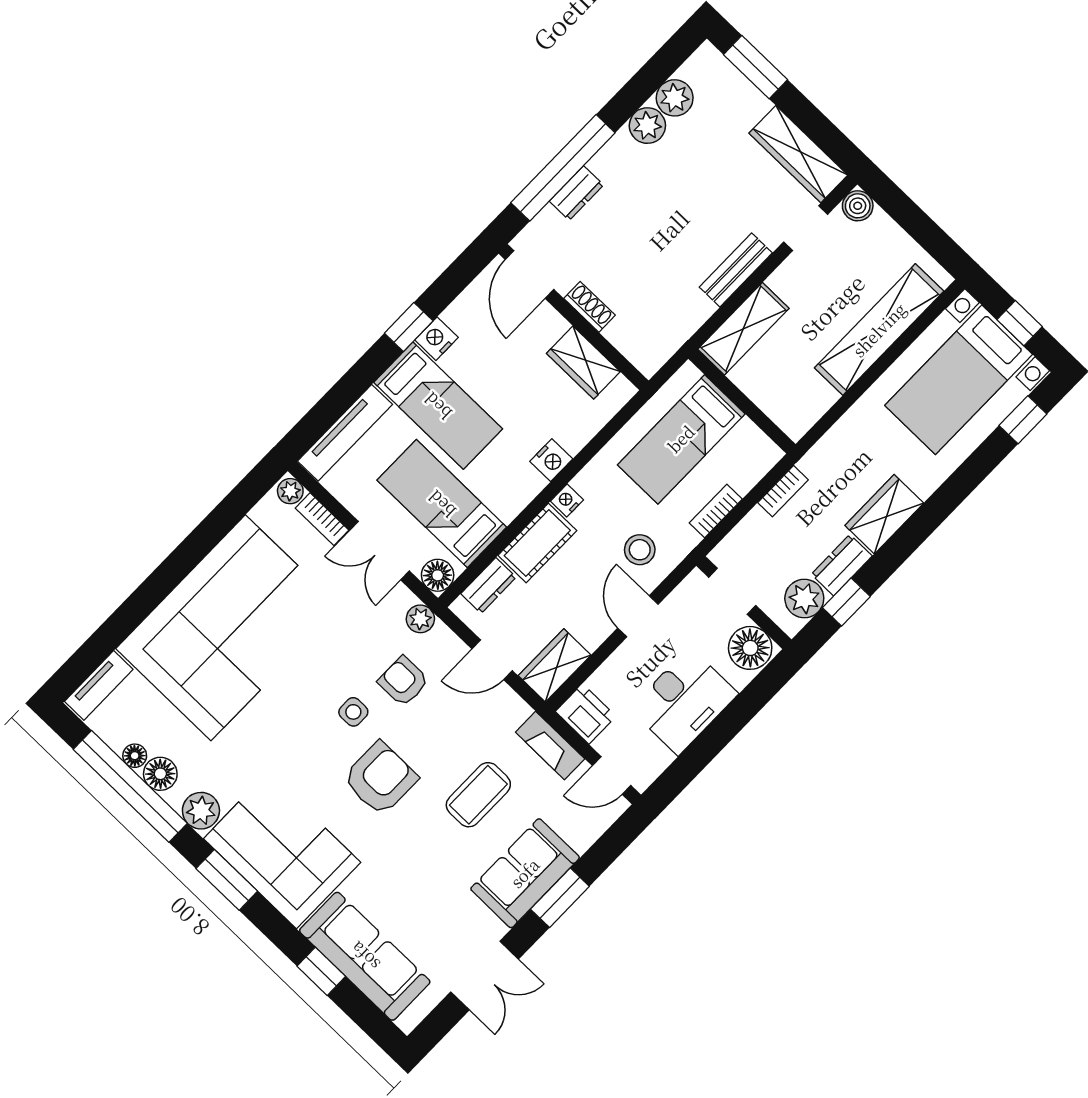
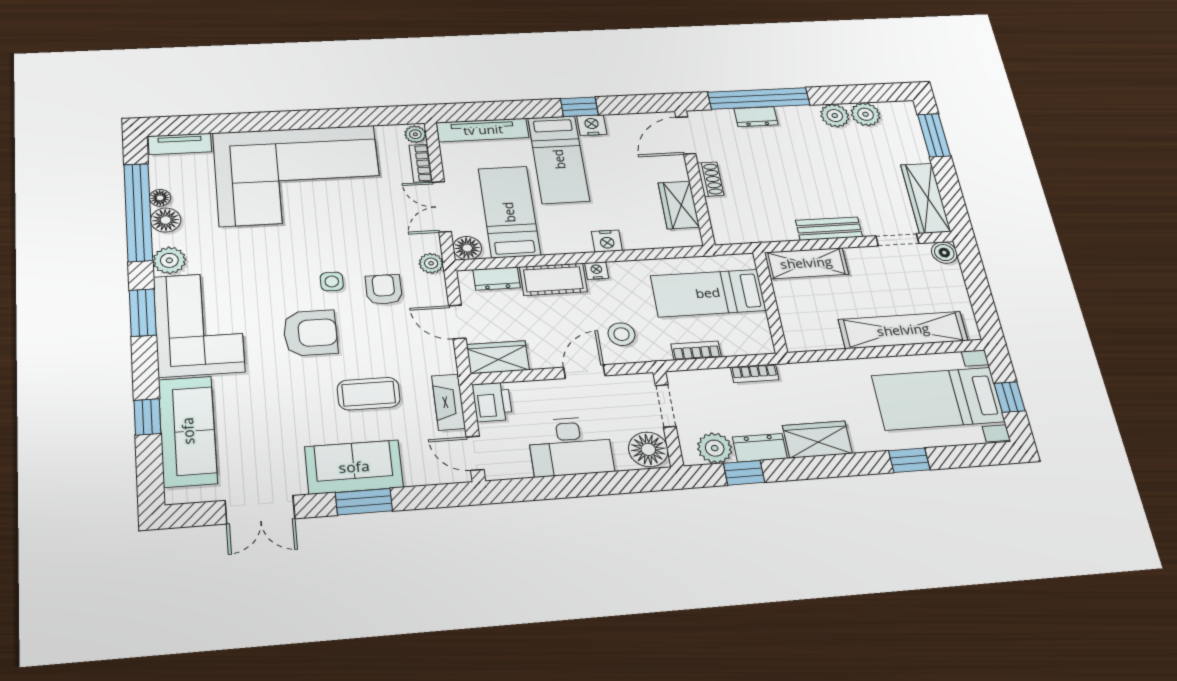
window: (1023, 420) -> (909, 460), moved

